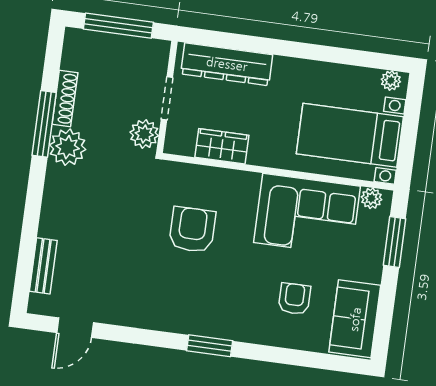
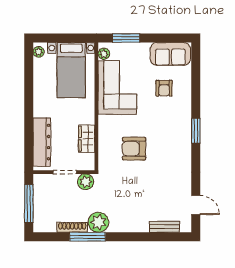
armchair: (294, 299) -> (164, 88), turned -90

